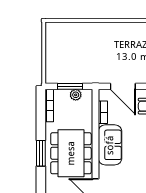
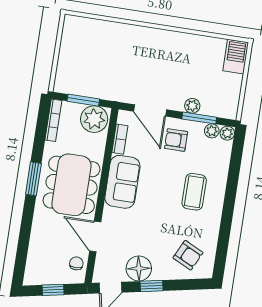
plant: (76, 95) -> (94, 119), width x1.87, depth x1.87

